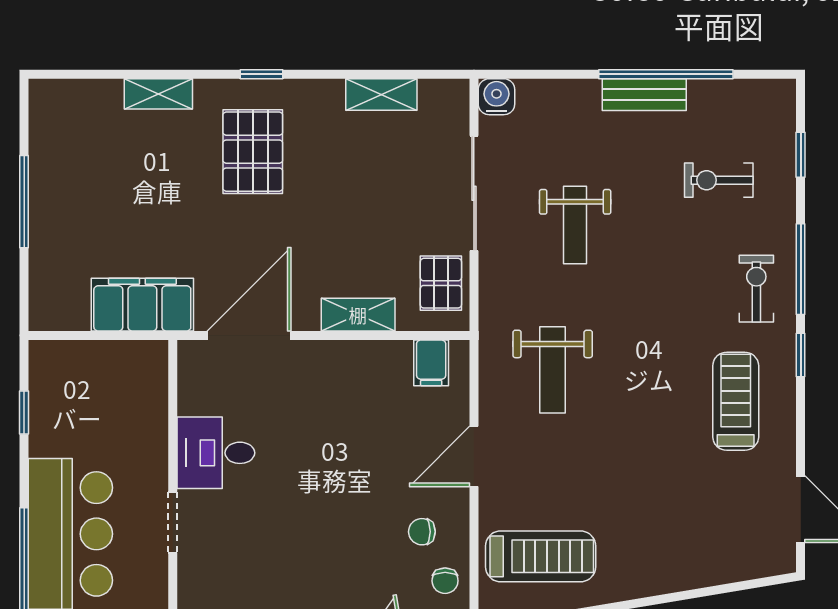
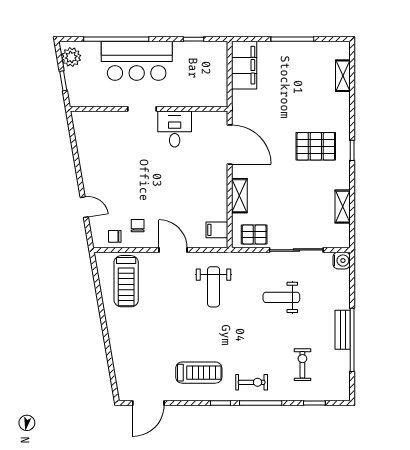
shelving: (158, 94) -> (343, 76), moved
filing cabinet: (142, 305) -> (244, 65), moved
weight bench: (553, 370) -> (214, 287), turned -90

